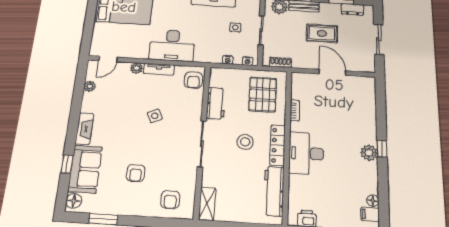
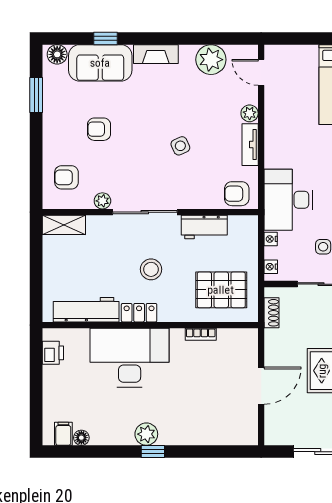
desk: (172, 45) -> (288, 200), moved
plant: (90, 86) -> (211, 60), width x1.87, depth x1.87
locker: (278, 145) -> (139, 313), width x0.66
desk: (306, 153) -> (130, 358), width x1.36, depth x1.30
plant: (191, 174) -> (102, 201), added

